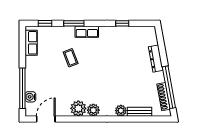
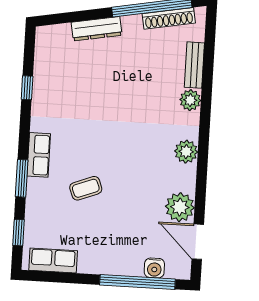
plant: (78, 108) -> (180, 207), moved

